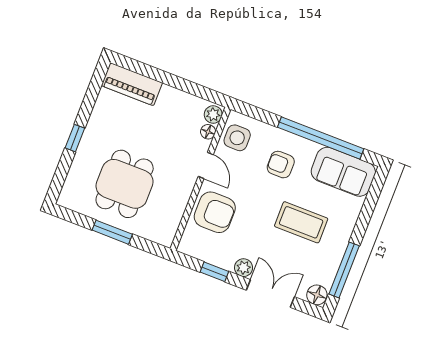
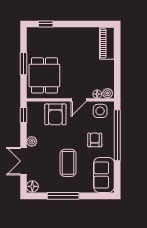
window: (75, 138) -> (46, 24), moved
window: (321, 138) -> (117, 135), moved
dining table: (125, 184) -> (44, 75), moved, turned 90
window: (344, 270) -> (63, 196), moved
window: (214, 272) -> (23, 115), moved
double door: (270, 294) -> (23, 161), swing flipped

